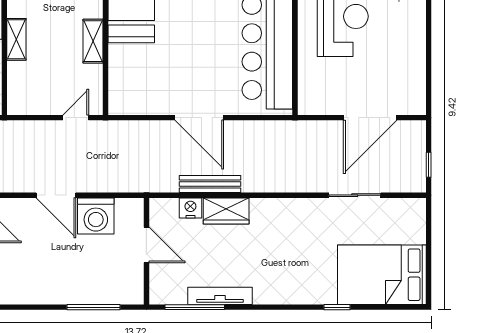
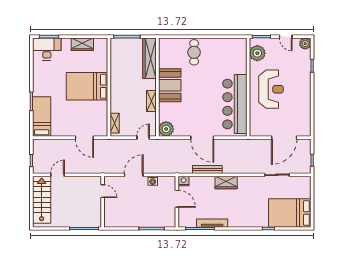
shelving: (16, 39) -> (115, 123), moved
plant: (124, 99) -> (166, 129), added
door: (56, 195) -> (134, 175), swing flipped
nightstand: (190, 208) -> (184, 181), moved
wardrobe: (226, 211) -> (226, 182), moved
washing machine: (96, 216) -> (153, 181), width x0.53, depth x0.53

